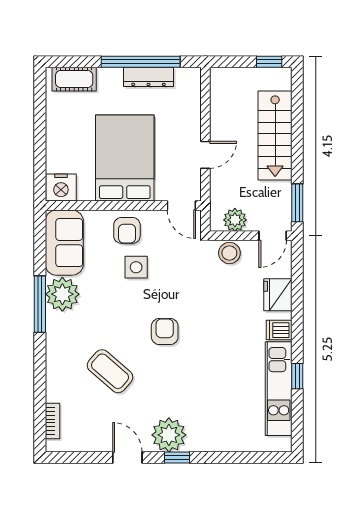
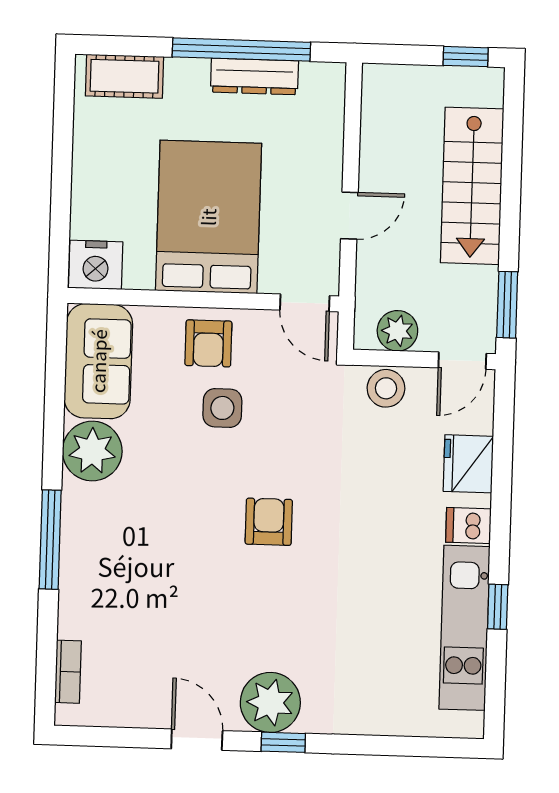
window: (40, 304) -> (50, 540), moved
coffee table: (110, 371) -> (171, 588), removed

